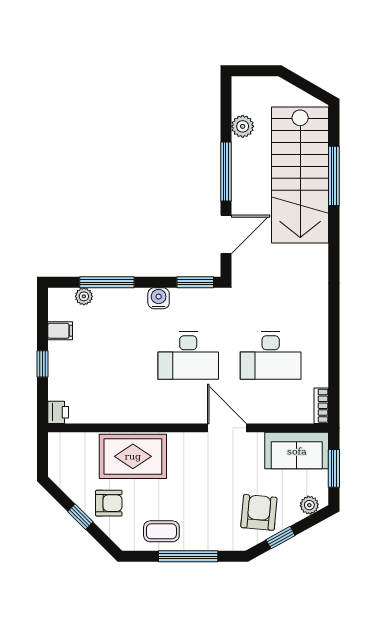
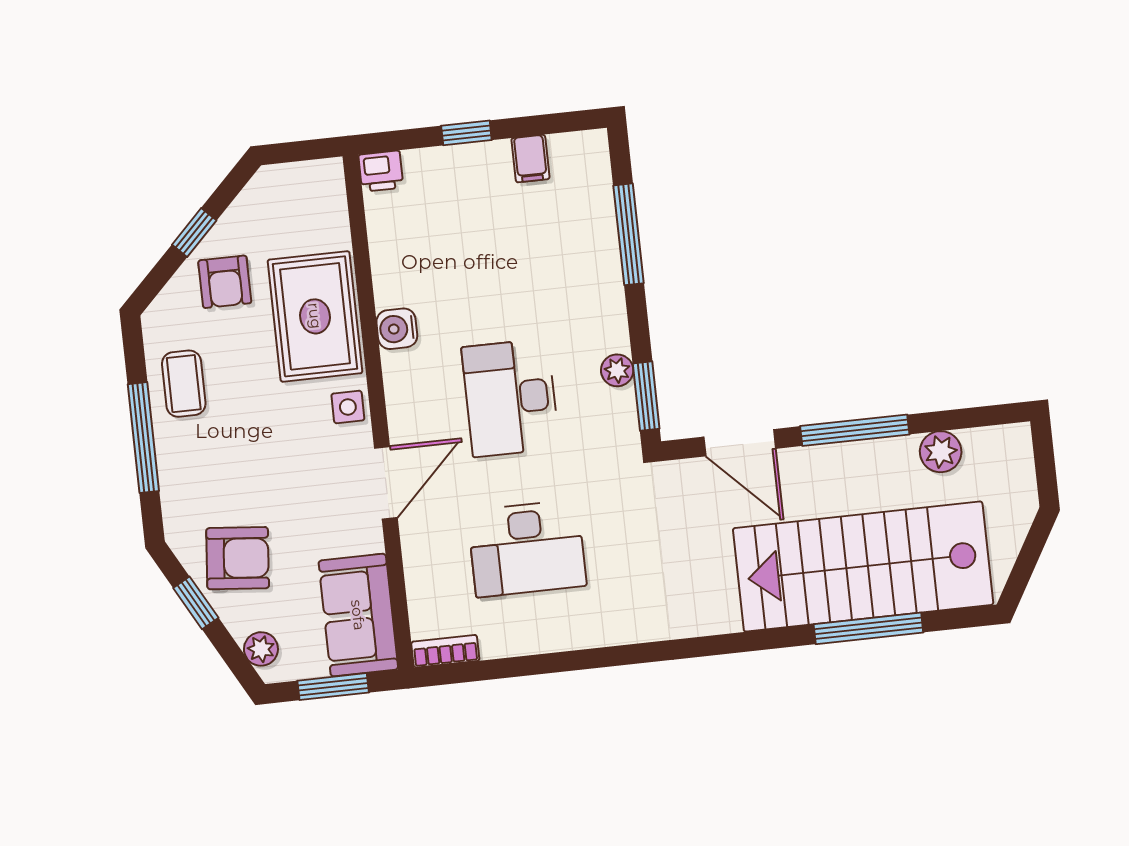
plant: (84, 296) -> (617, 370), moved
water cooler: (159, 298) -> (397, 329), moved, turned 180
desk: (271, 356) -> (527, 548), turned -90
side table: (184, 444) -> (348, 407), added

